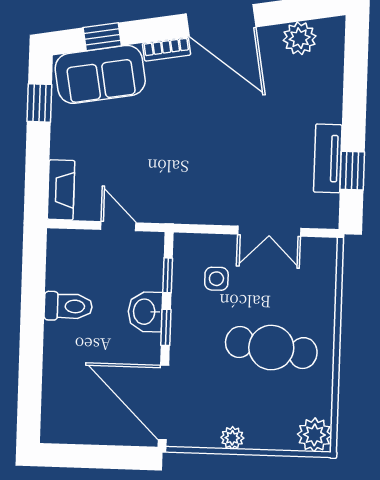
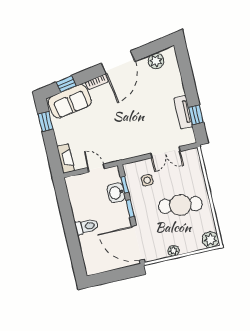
door: (221, 20) -> (118, 62), hinge flipped
toilet: (68, 306) -> (87, 226), moved
washbasin: (145, 312) -> (116, 193), moved

